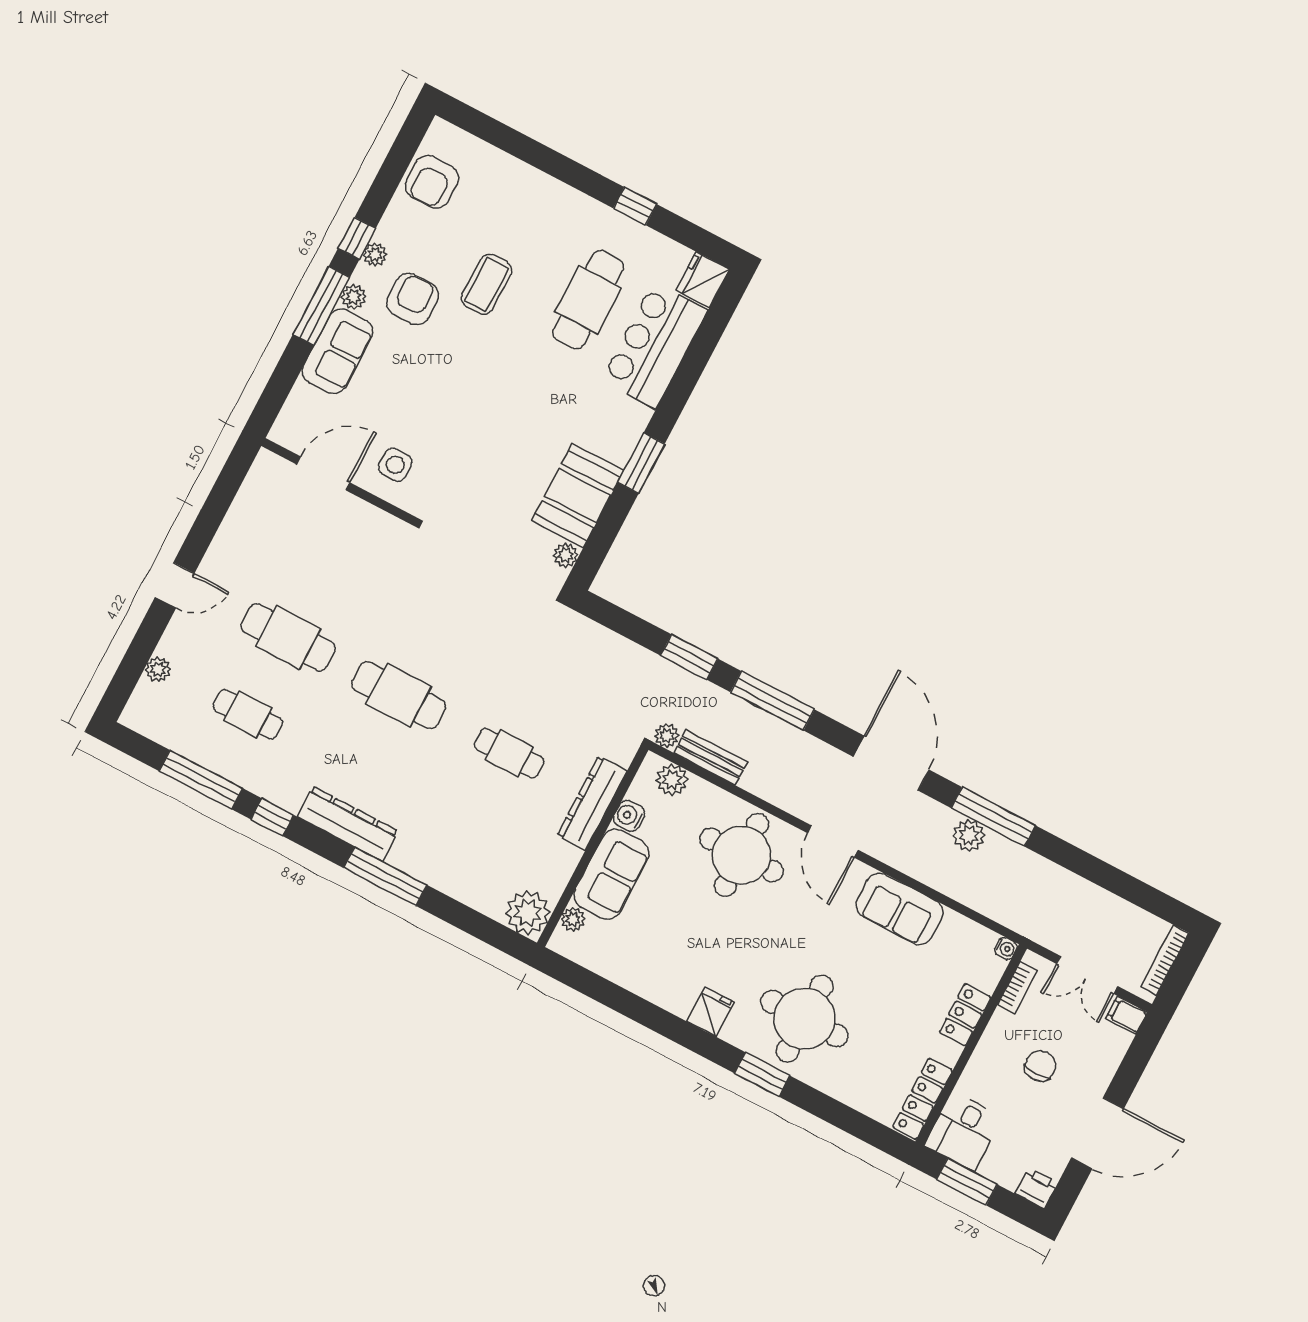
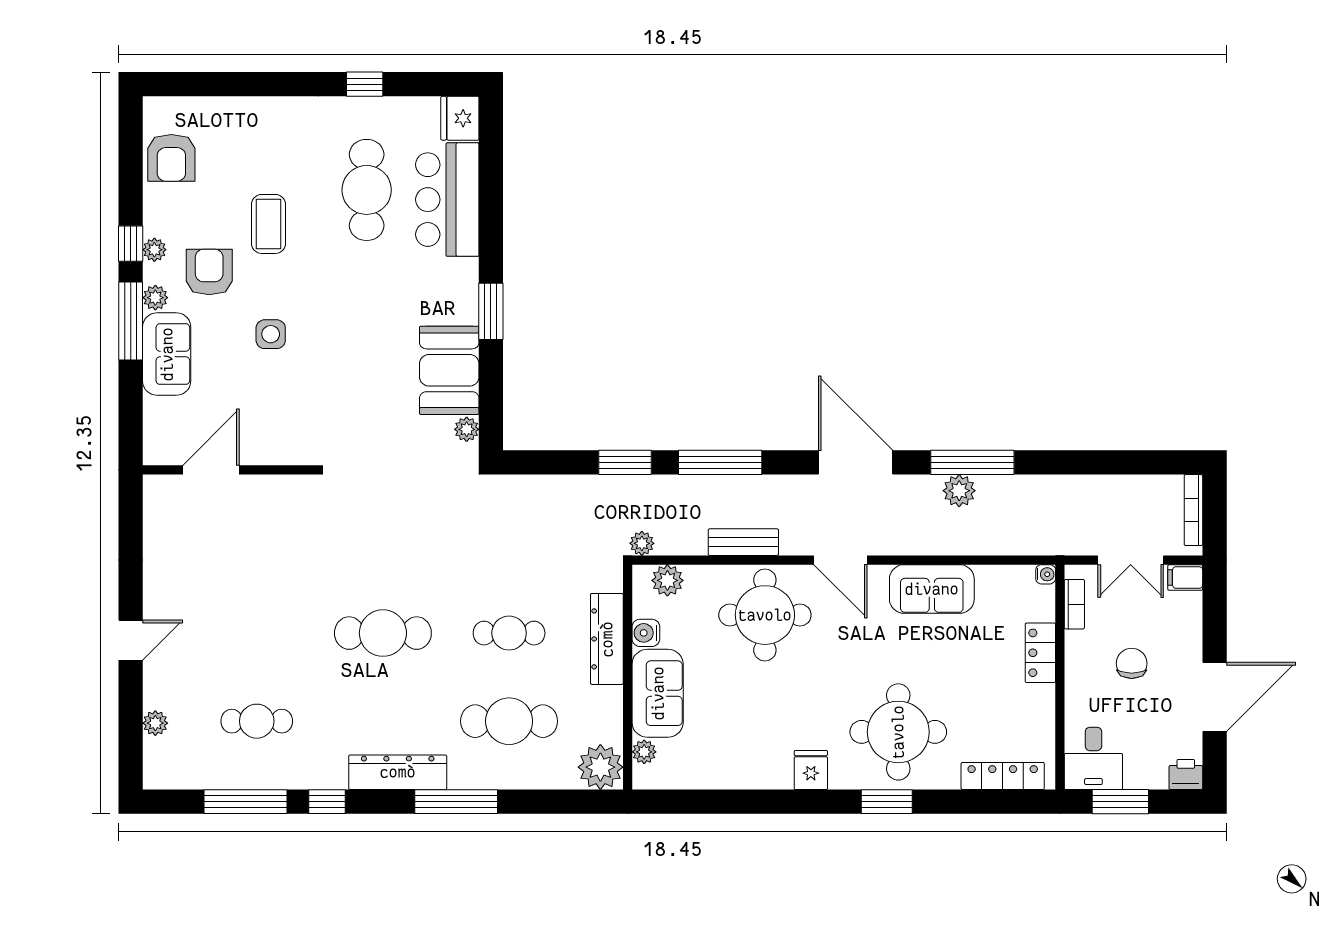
side table: (395, 465) -> (271, 334), moved
cafe table: (288, 637) -> (509, 721), moved
bench: (711, 757) -> (743, 542), moved
locker: (923, 1099) -> (1003, 776), moved, turned 90

